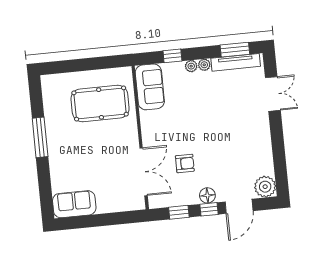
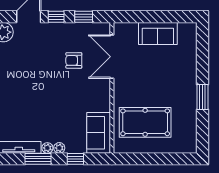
window: (235, 50) -> (38, 159), moved
window: (40, 137) -> (202, 97), width x0.69
floor lamp: (207, 195) -> (56, 29), removed
sofa: (74, 204) -> (158, 34), moved

